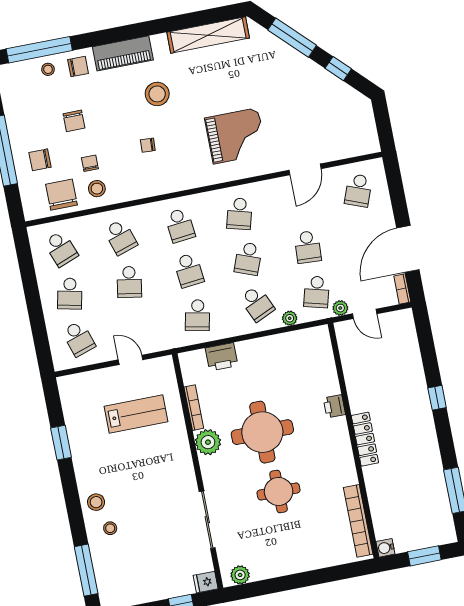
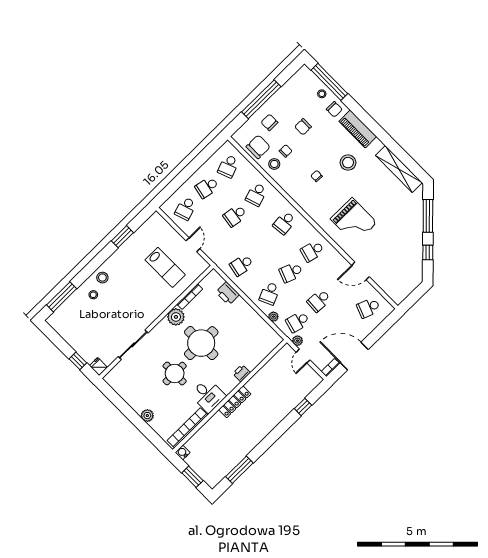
school desk: (189, 270) -> (263, 244), removed
window: (437, 398) -> (303, 407), moved
desk: (334, 468) -> (208, 395), added
plant: (240, 575) -> (147, 416), moved

